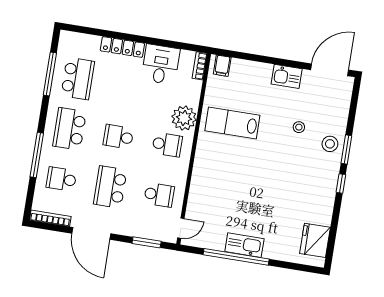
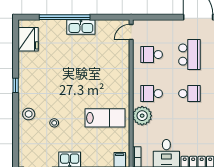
window: (346, 150) -> (16, 112), removed
window: (147, 242) -> (155, 17), removed
window: (236, 257) -> (65, 17), moved

